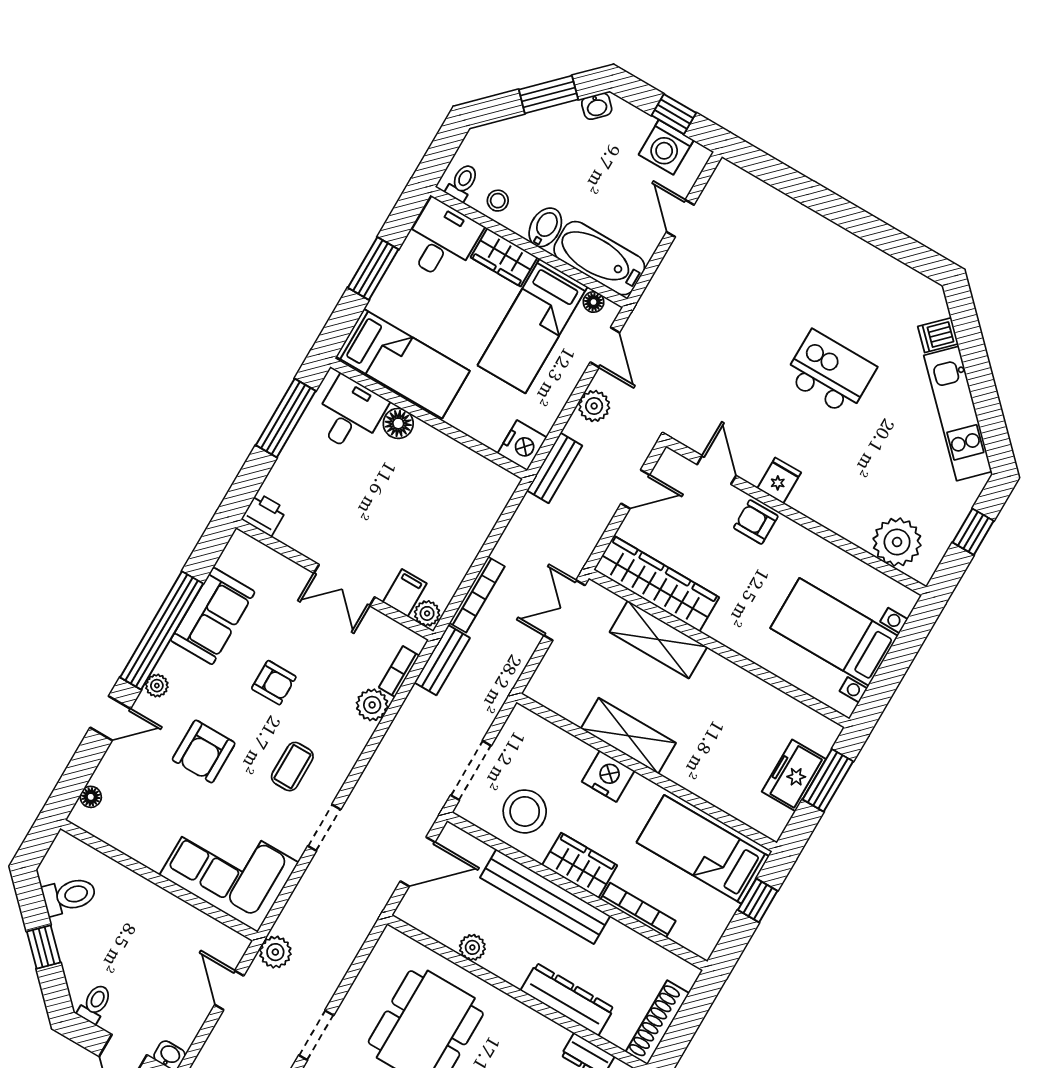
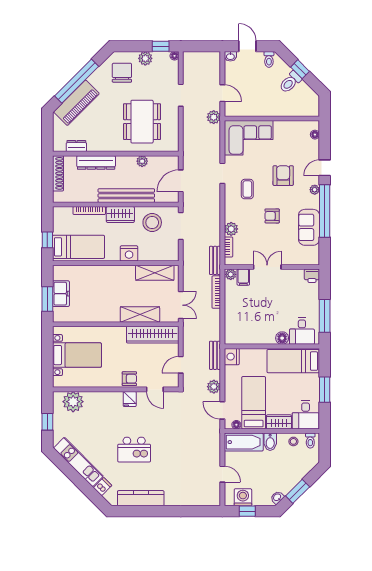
kitchen counter: (874, 266) -> (141, 498), added
shelving: (628, 736) -> (155, 273), moved
toilet: (69, 896) -> (290, 82), moved

